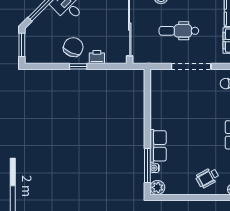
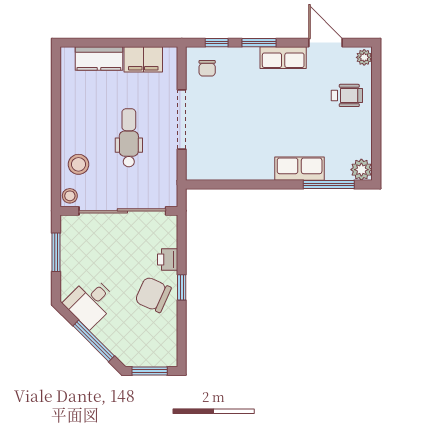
dental chair: (179, 31) -> (129, 138), turned 180
water cooler: (155, 168) -> (333, 174), removed
wheelchair: (207, 178) -> (347, 95), turned -61

